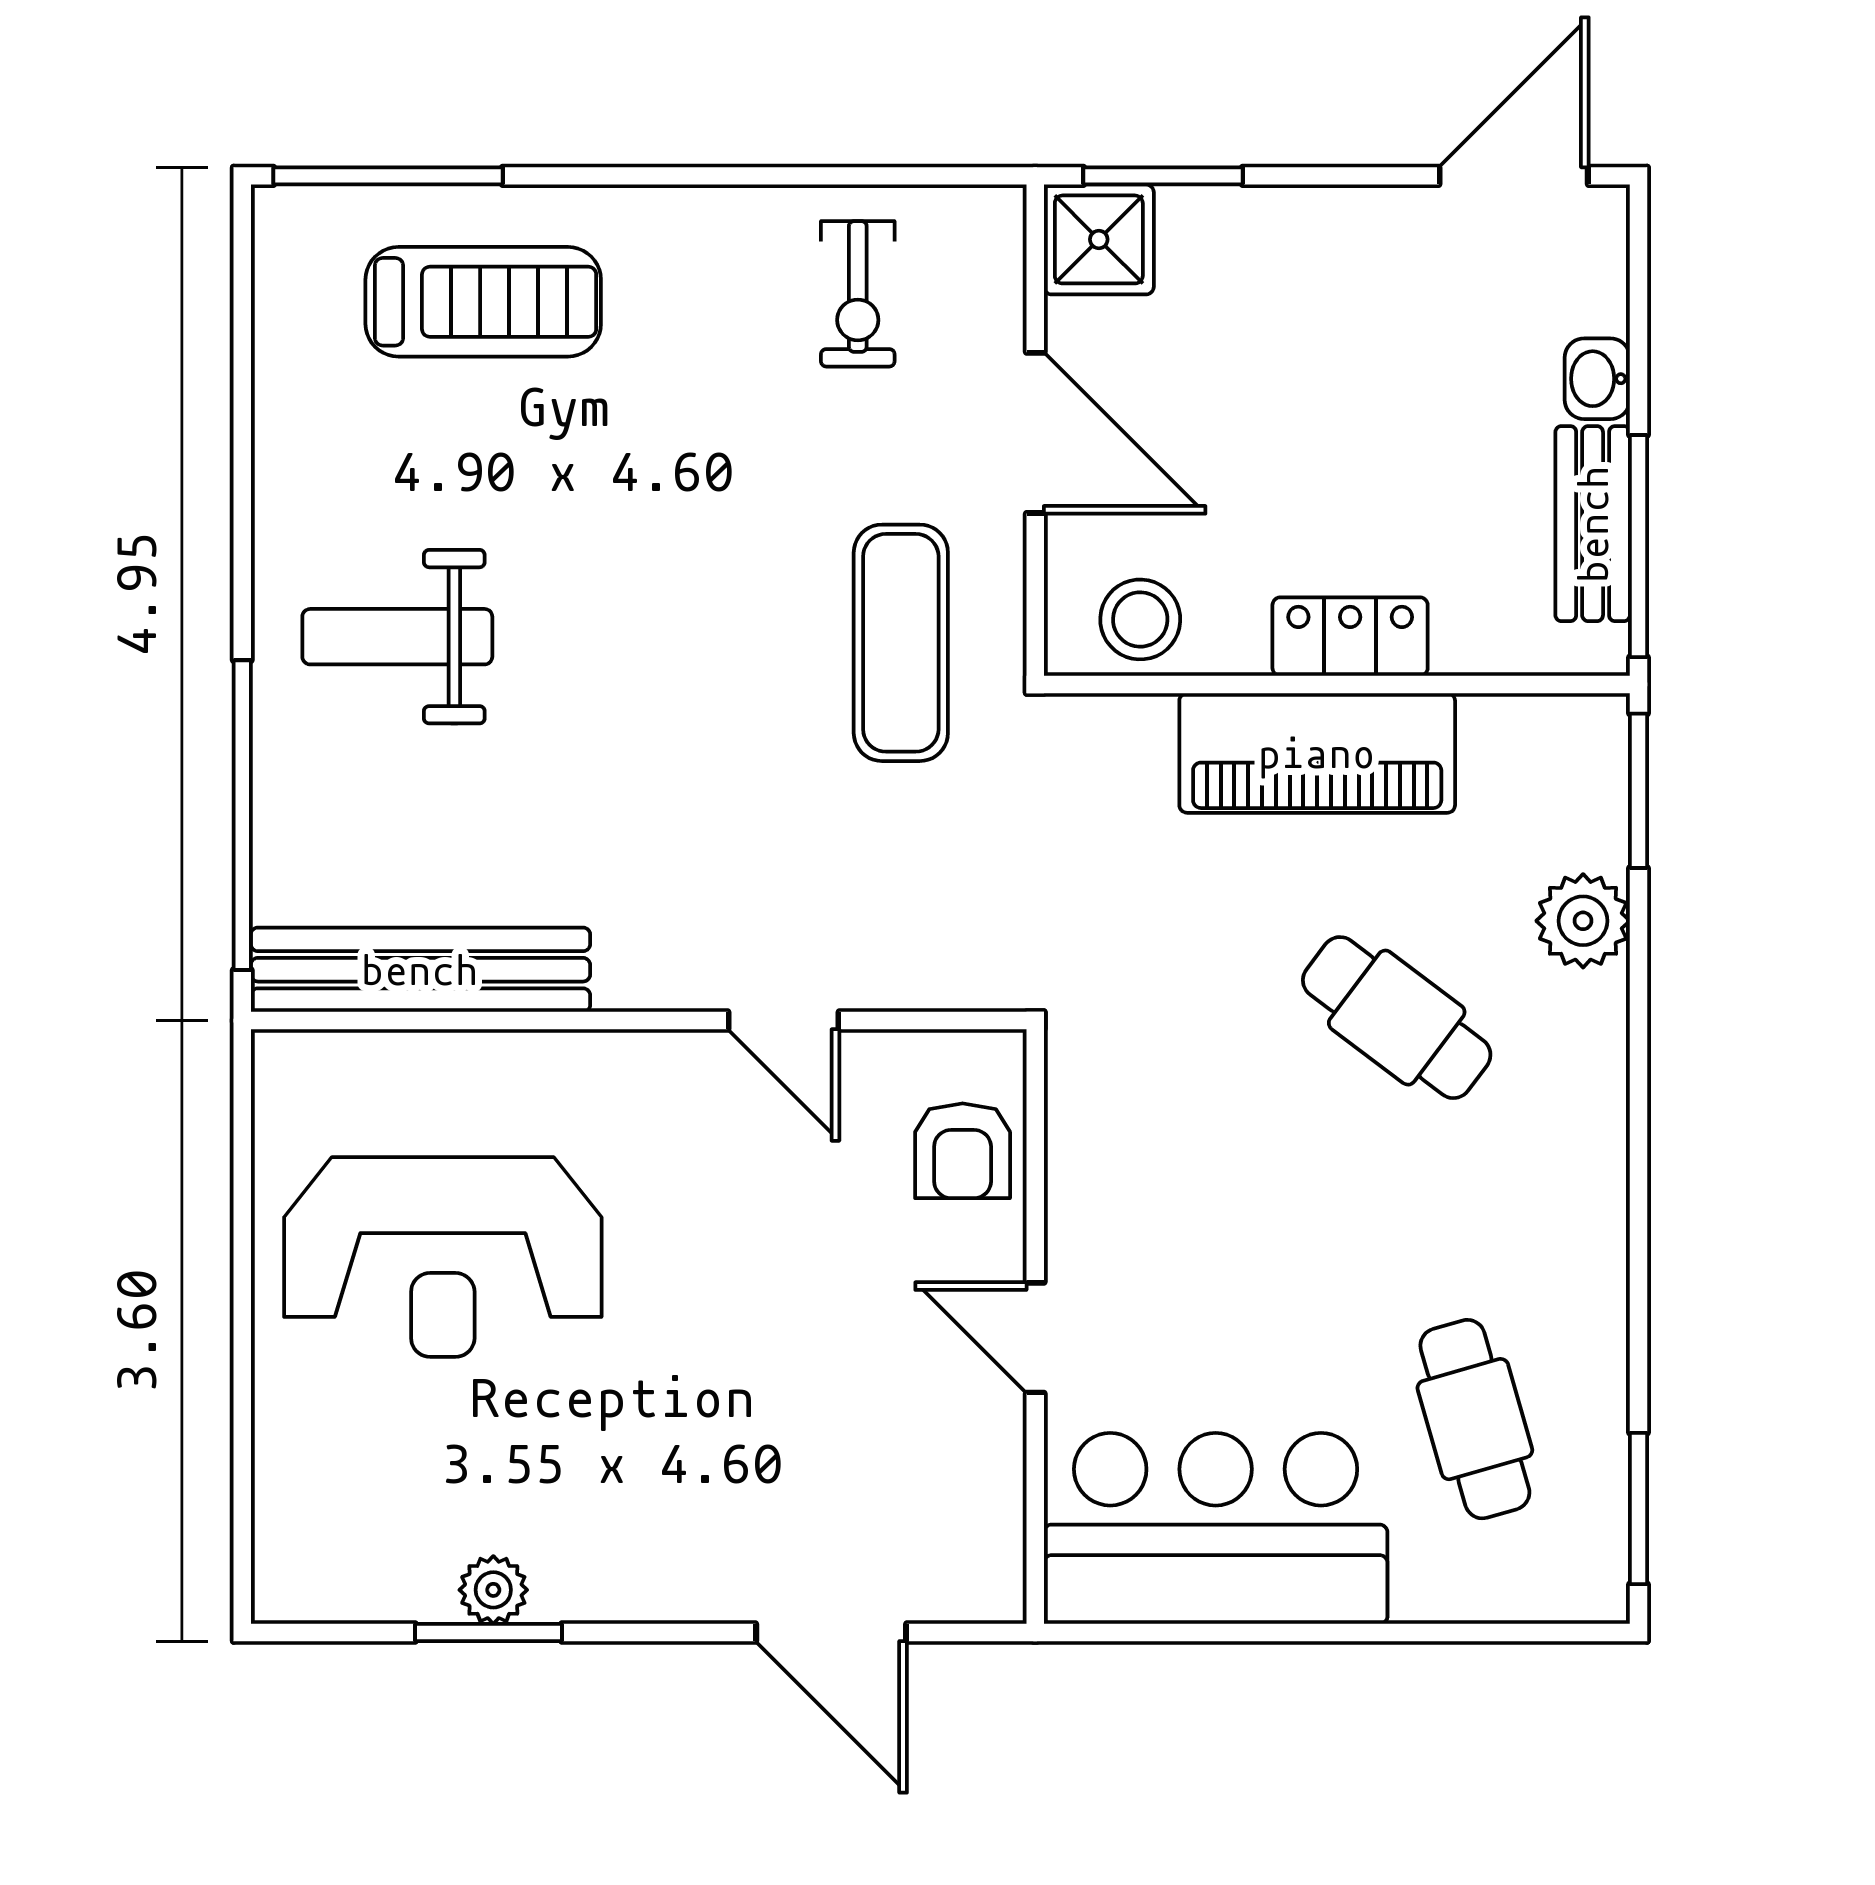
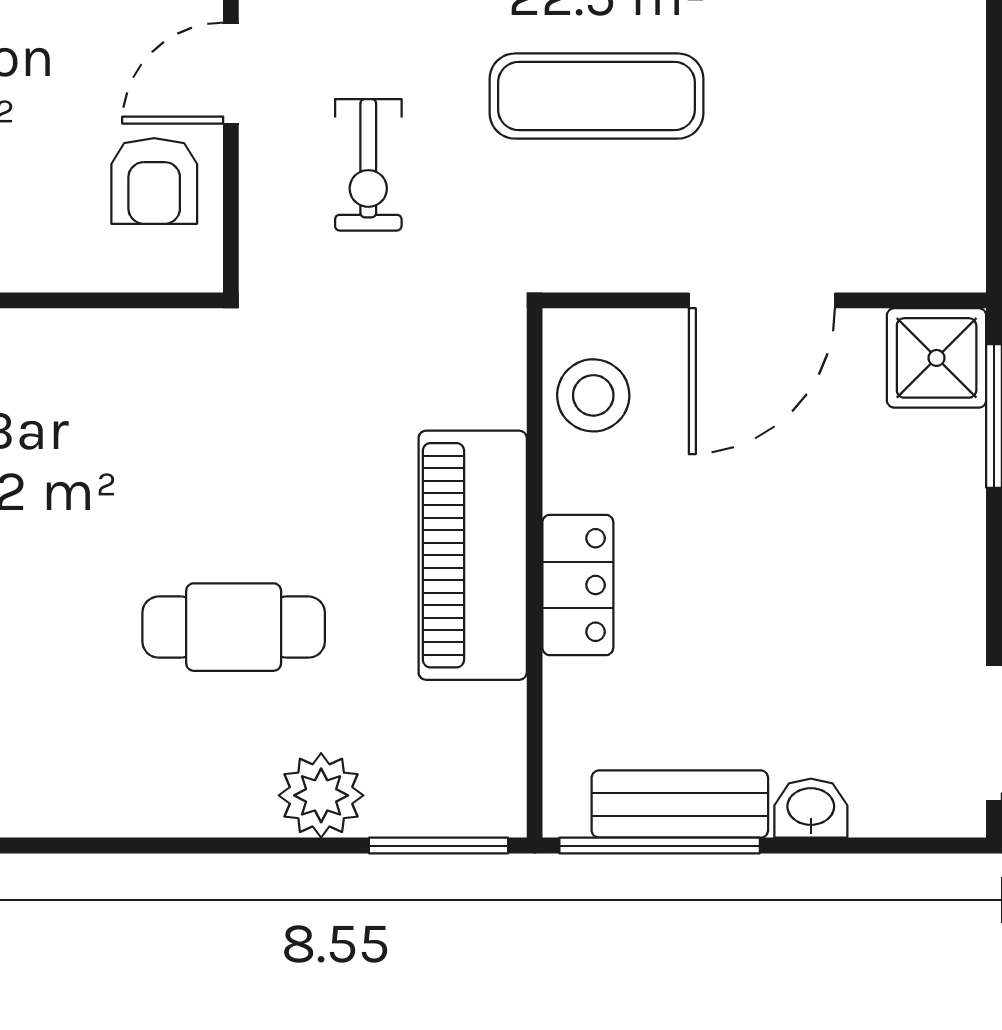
exercise bike: (858, 294) -> (368, 165), moved, turned -90
exercise mat: (901, 643) -> (596, 96), moved
cafe table: (1397, 1018) -> (234, 627), turned 53
armchair: (963, 1151) -> (154, 181), moved, turned -90

